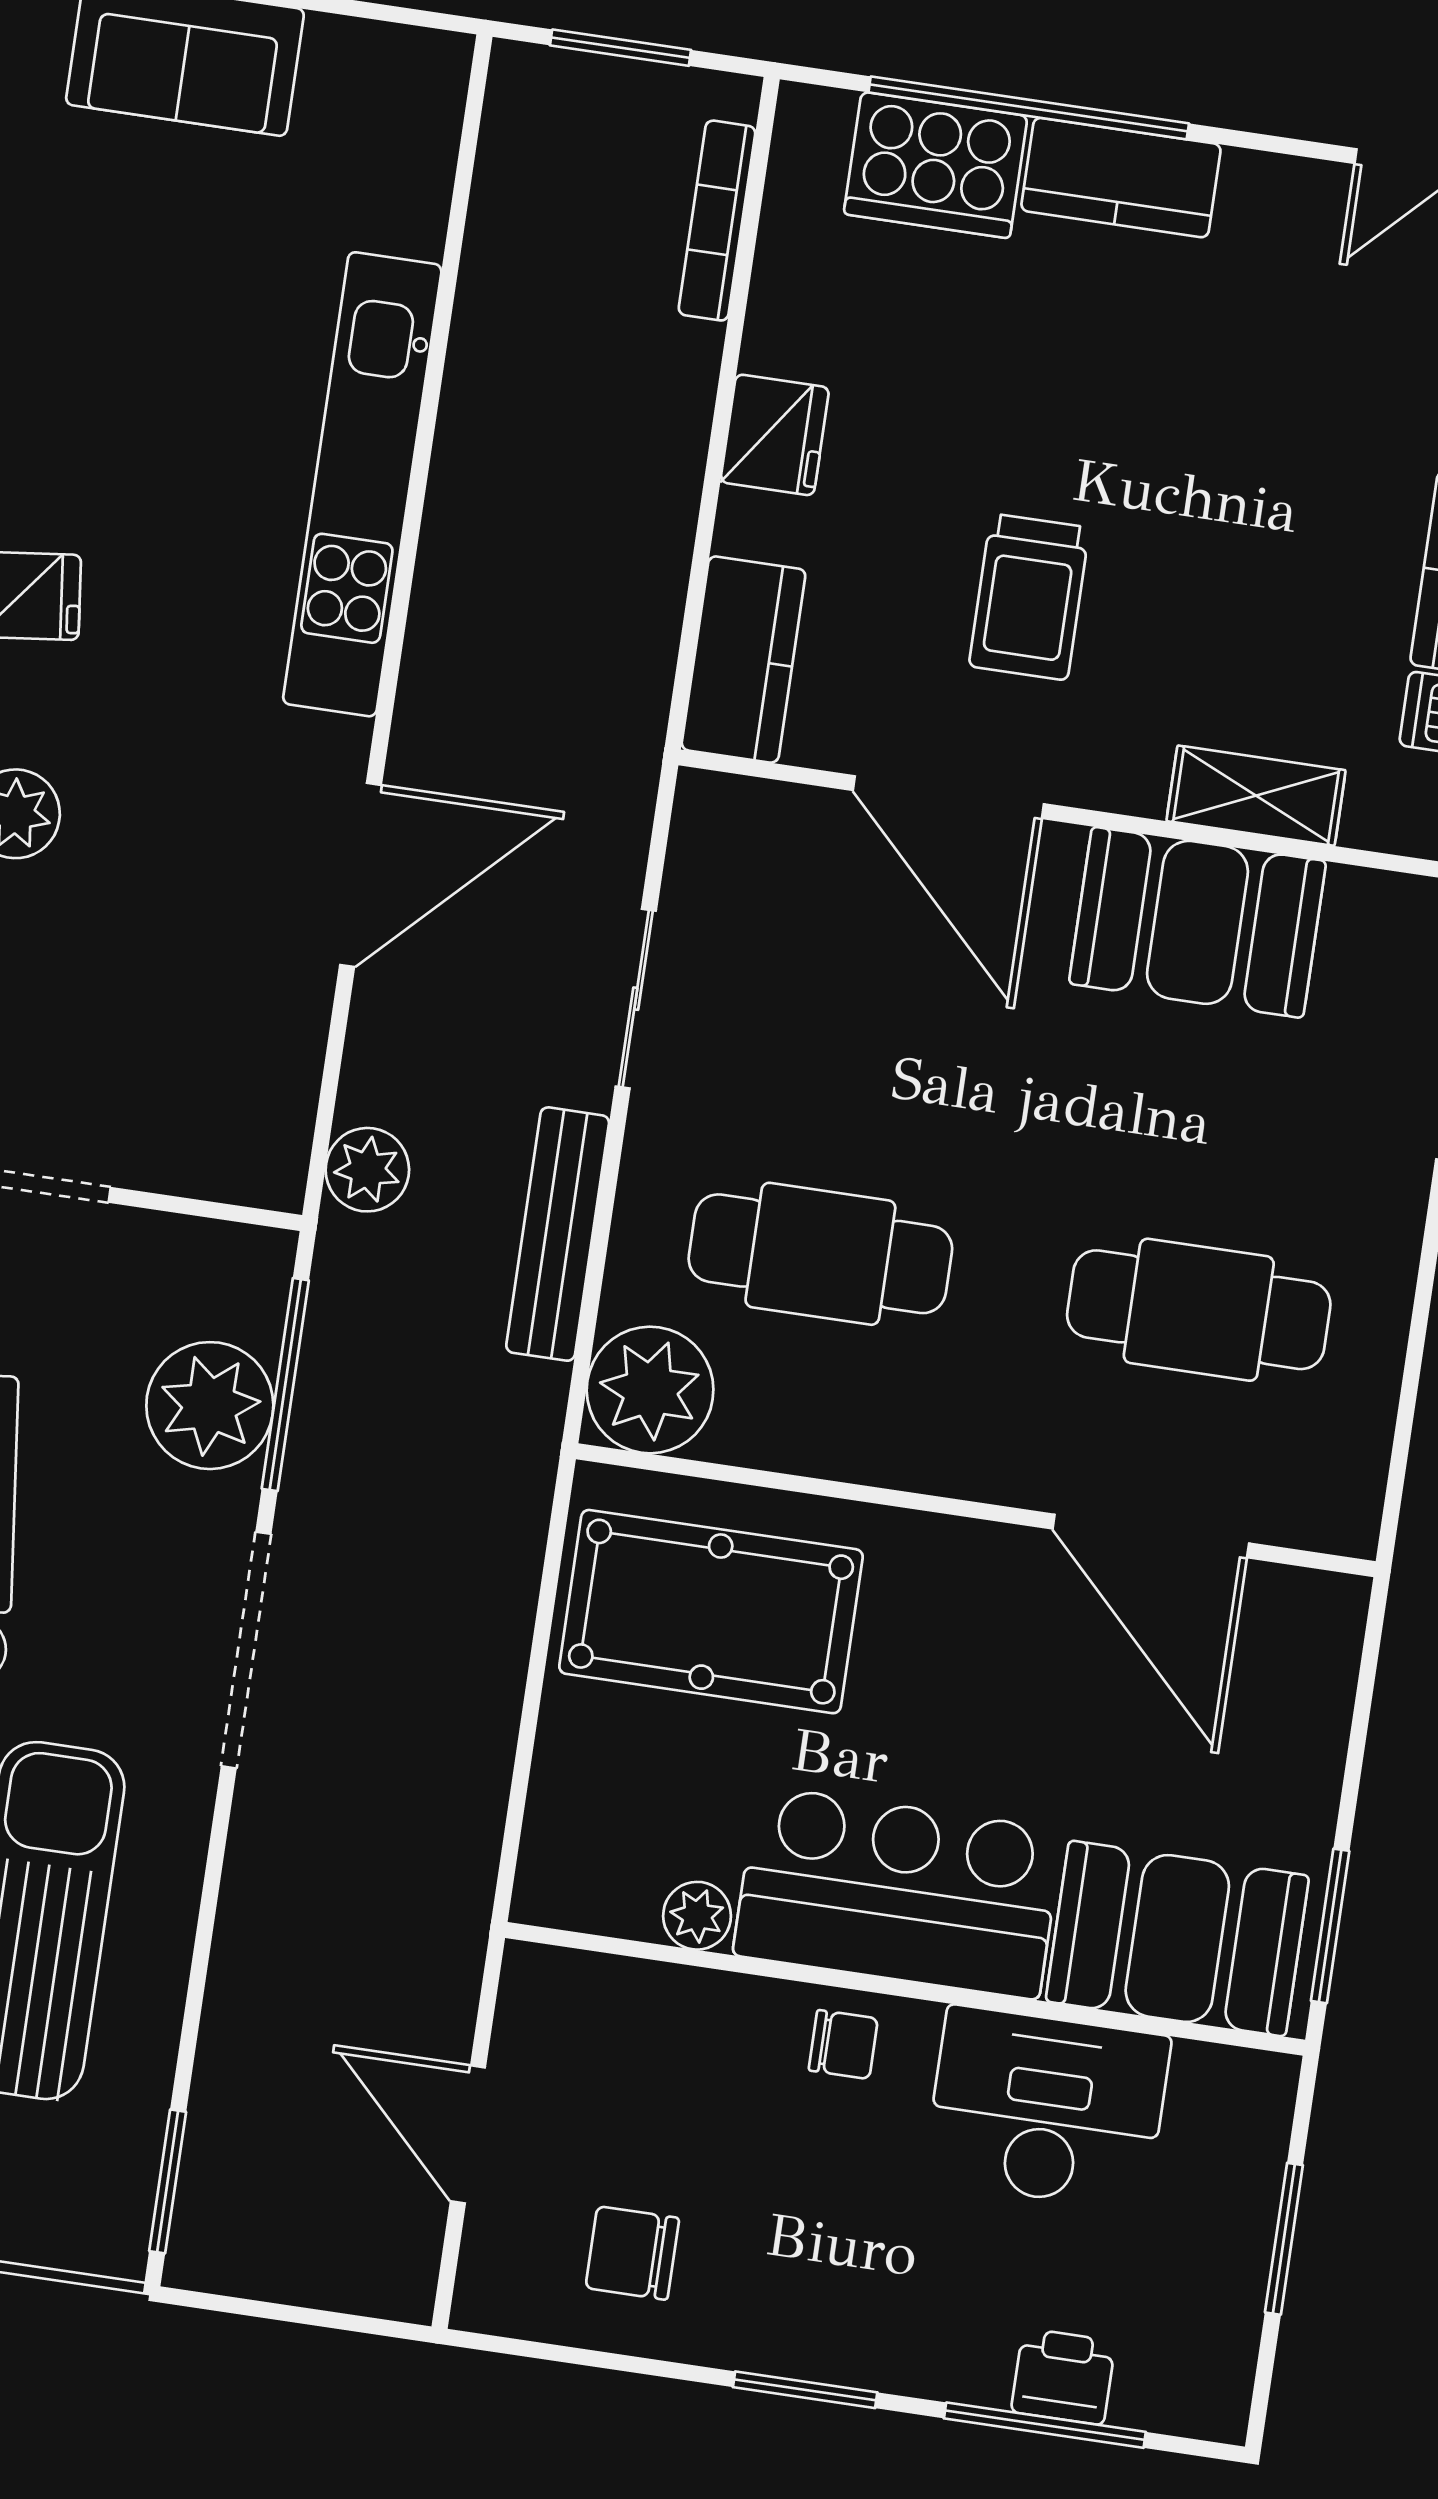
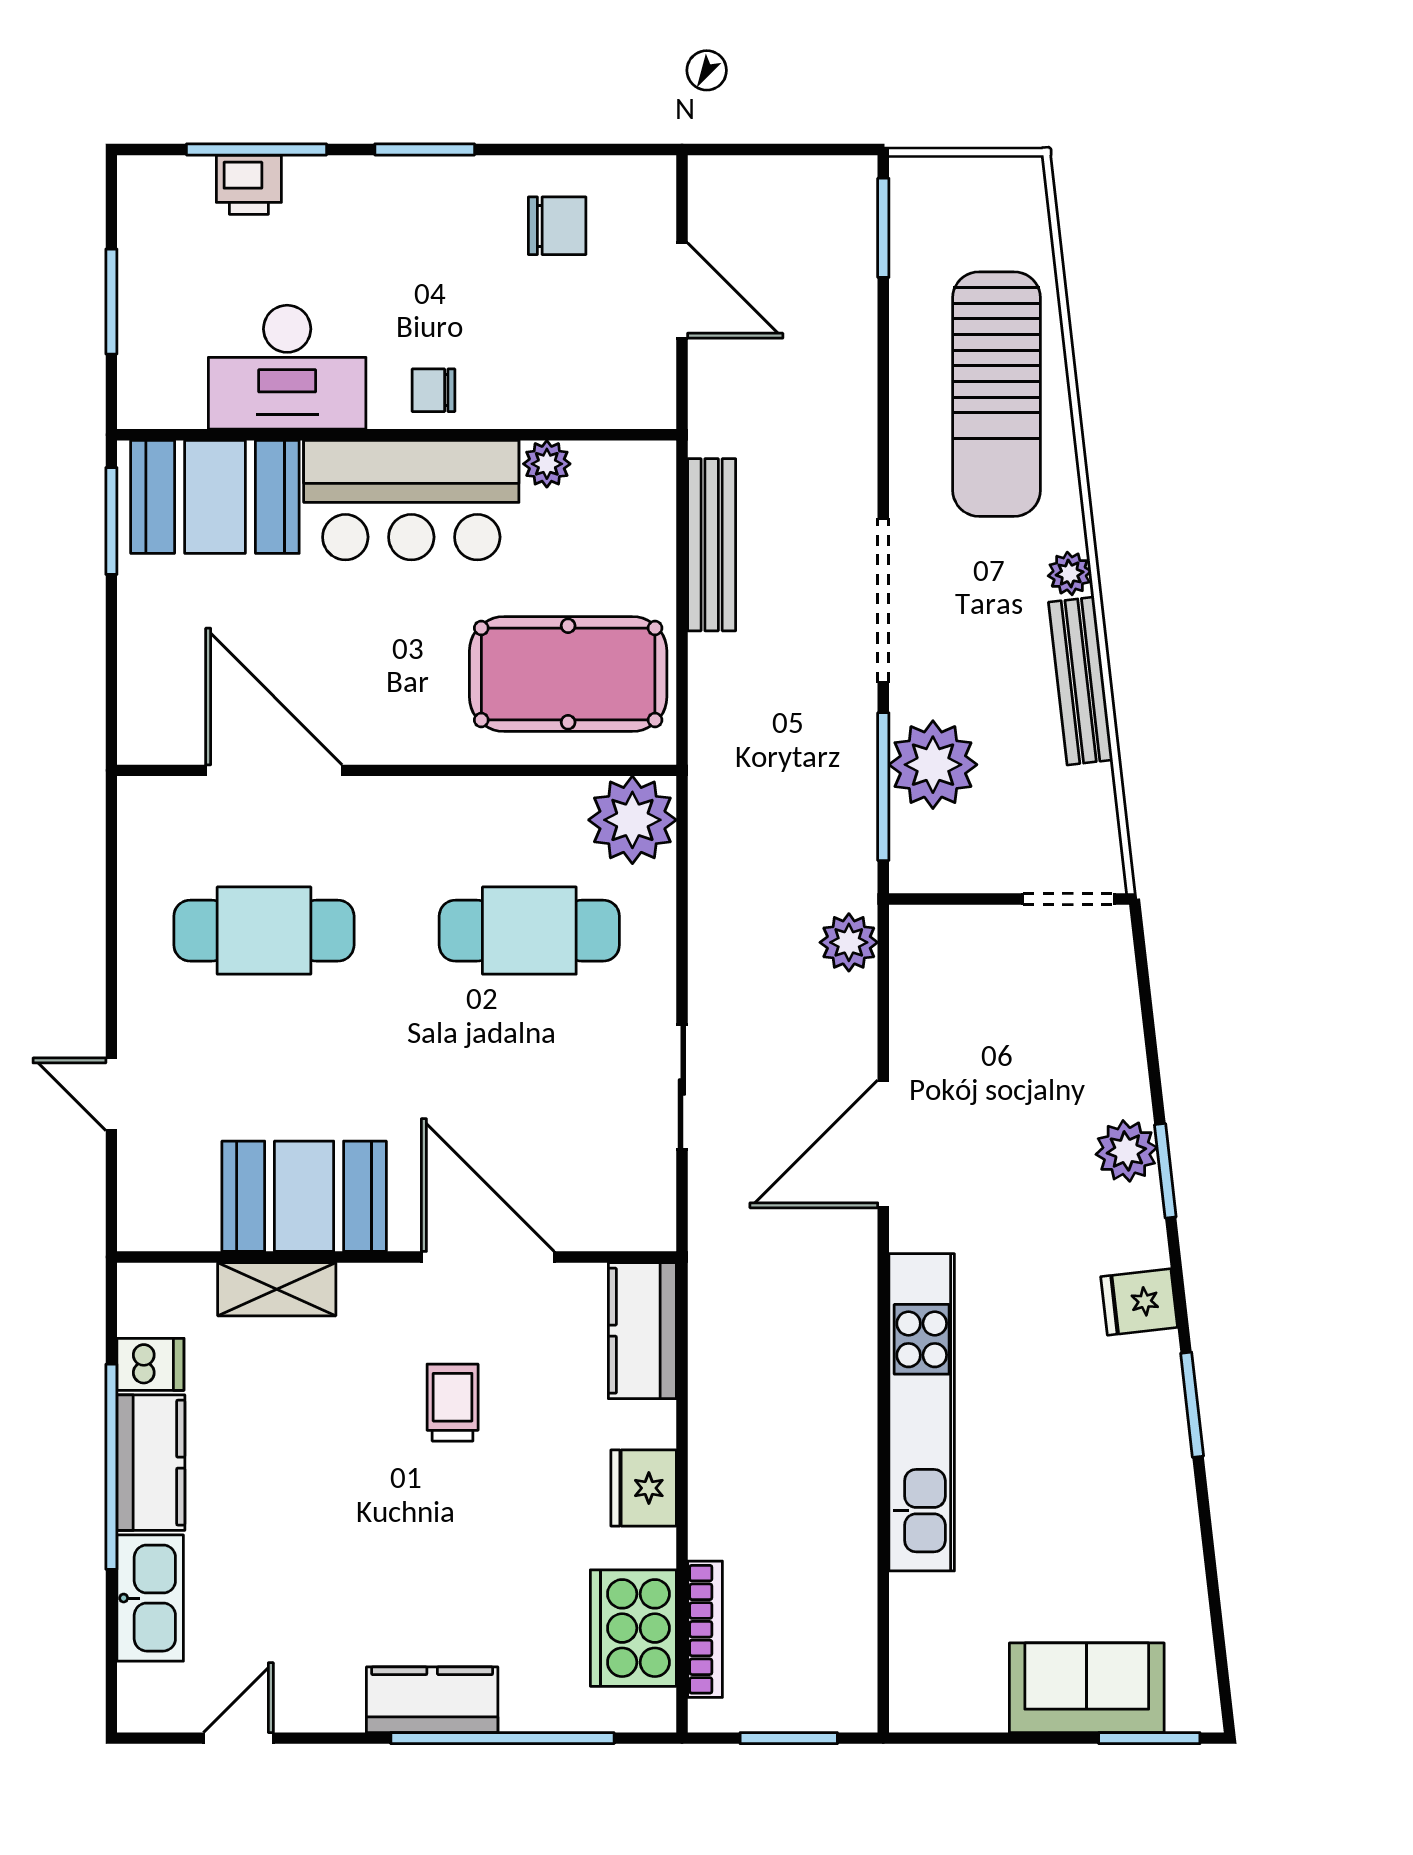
cooker: (936, 165) -> (633, 1628), moved, turned -90
trolley: (1029, 597) -> (453, 1403), width x0.73, depth x0.72
bench: (558, 1234) -> (712, 545), moved

